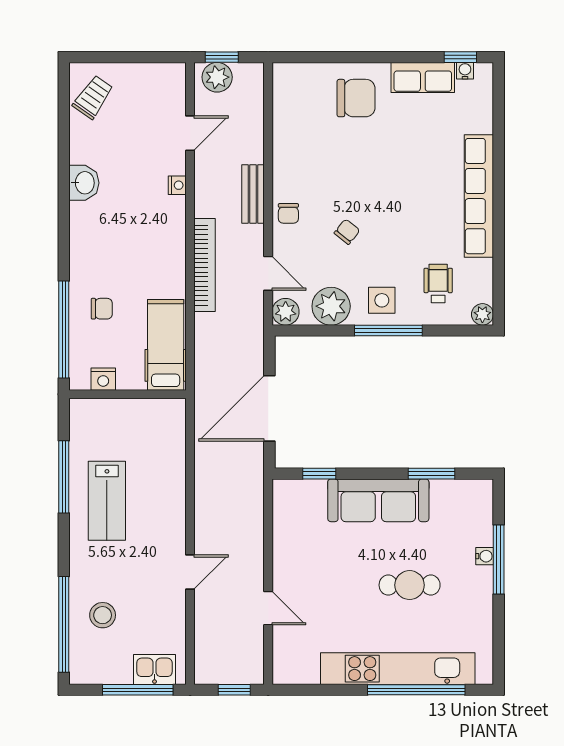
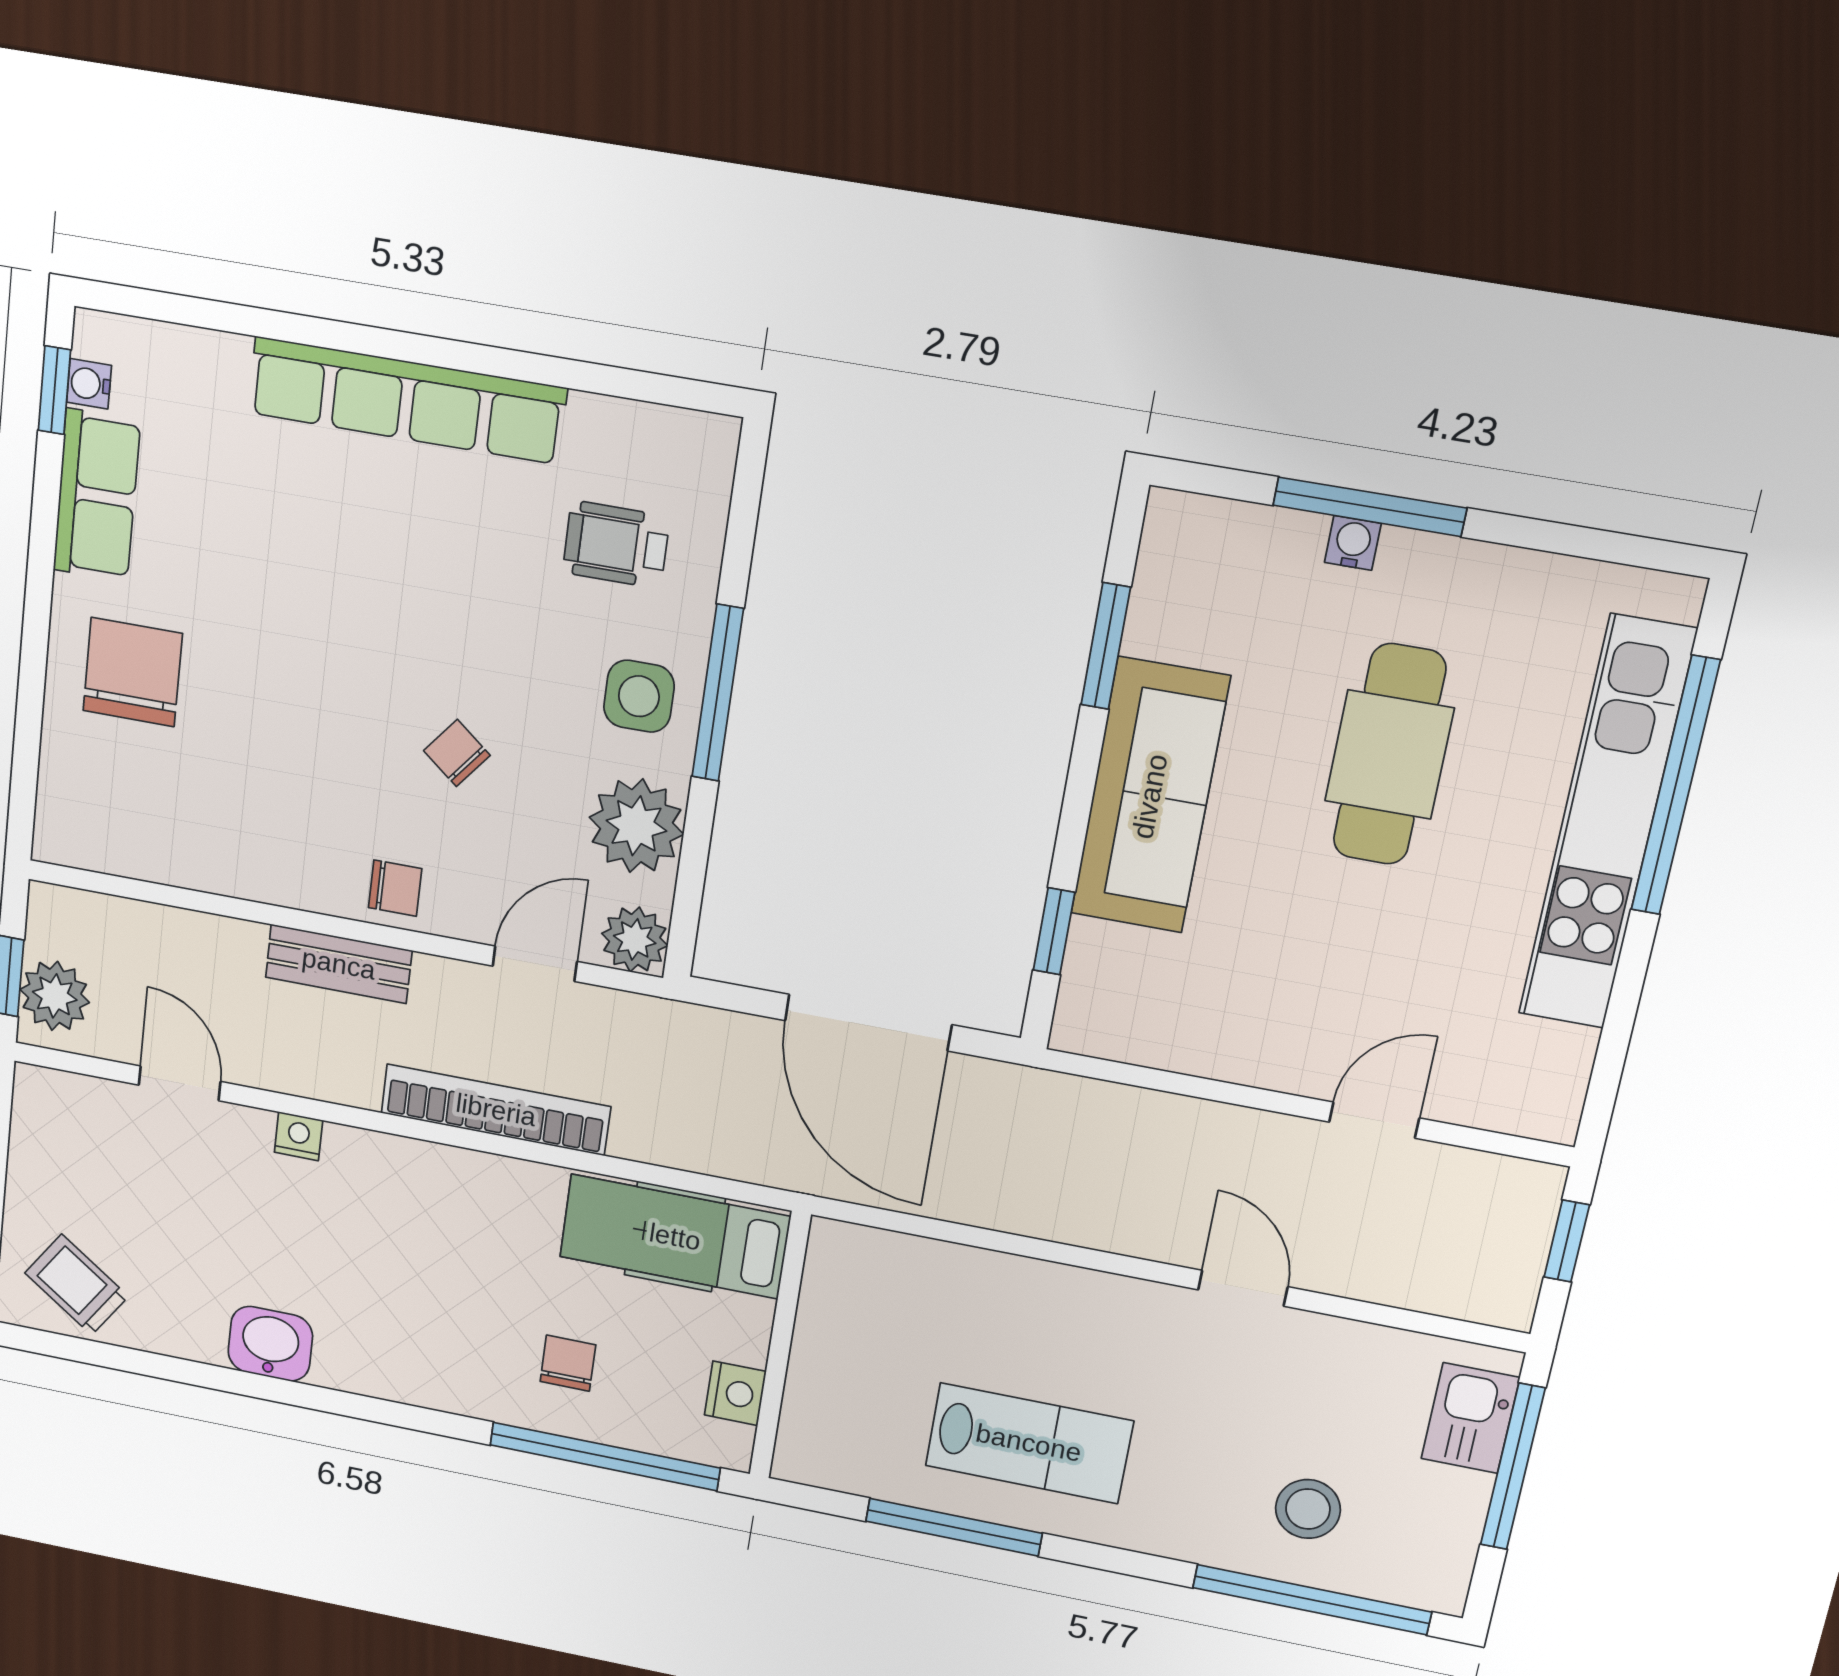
plant: (482, 314) -> (711, 441), removed
cafe table: (410, 585) -> (1389, 755), width x1.37, depth x1.35

